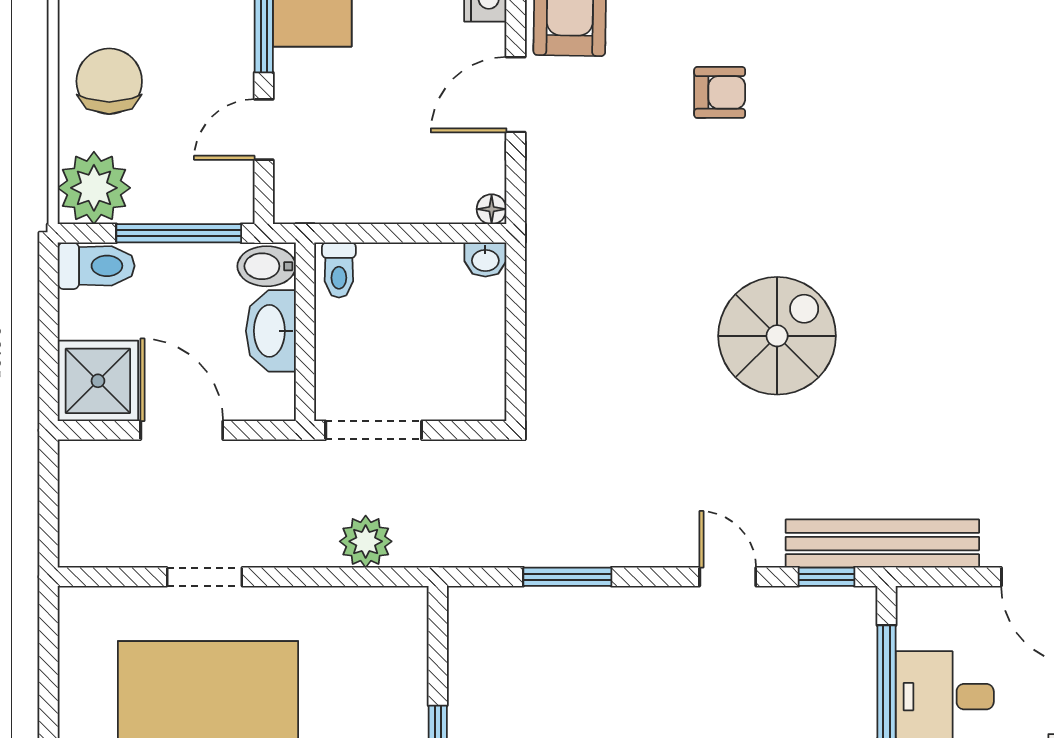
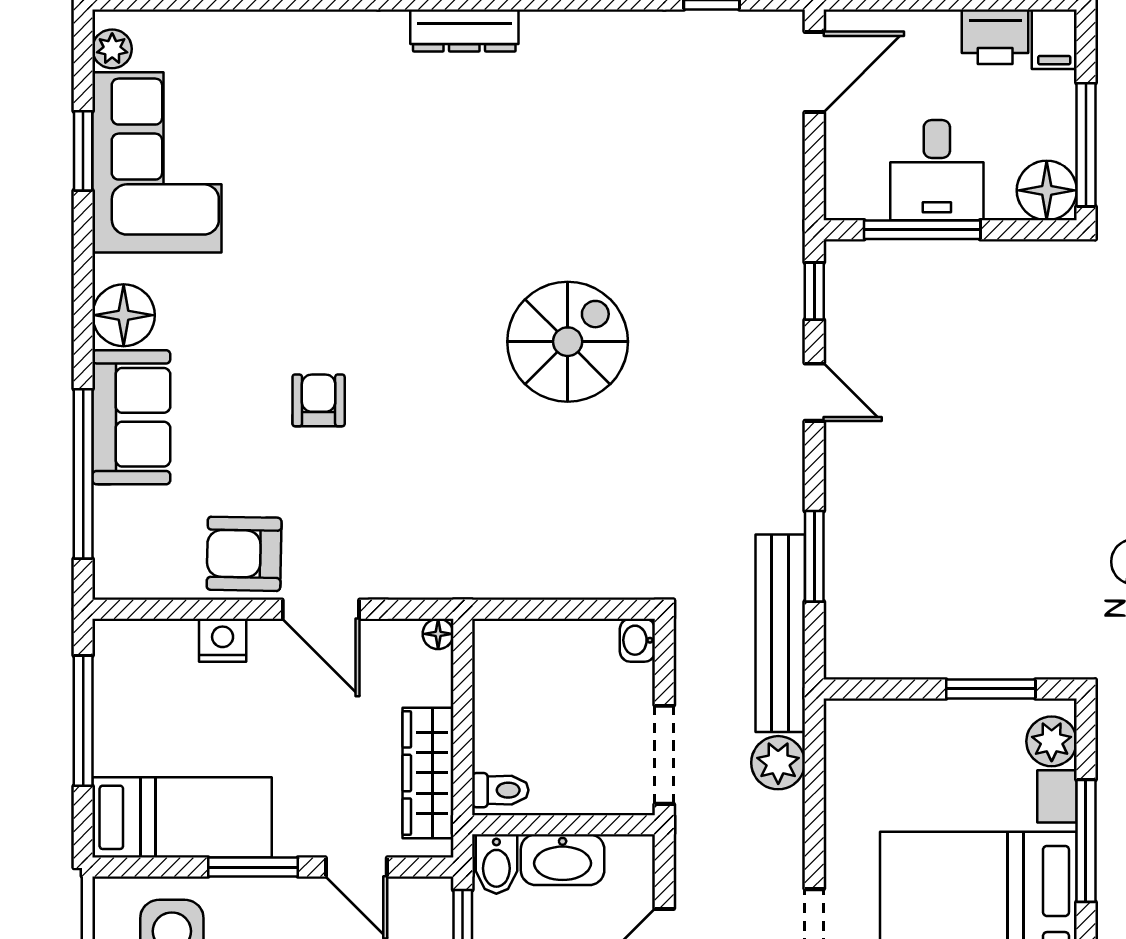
wardrobe: (356, 199) -> (428, 773), added
washbasin: (485, 260) -> (637, 640), moved, turned 180
spiral stairs: (777, 336) -> (568, 342), turned 90
bench: (882, 544) -> (780, 633), moved
door: (728, 577) -> (814, 392), swing flipped

